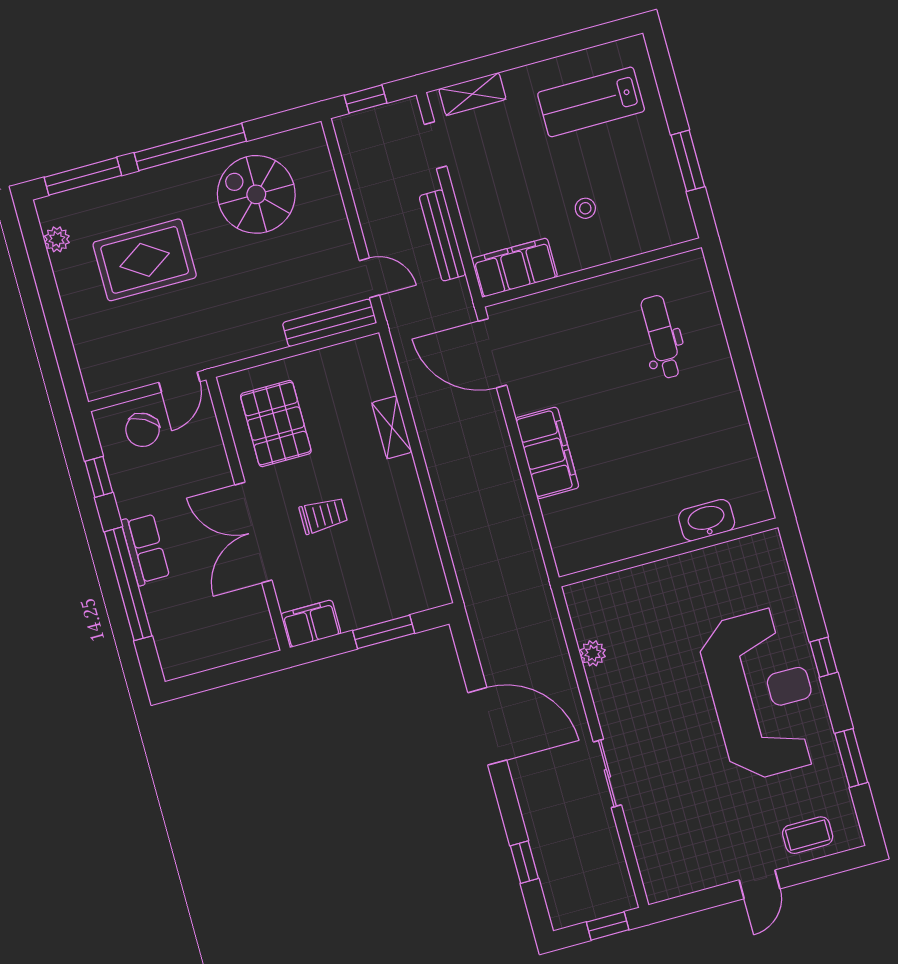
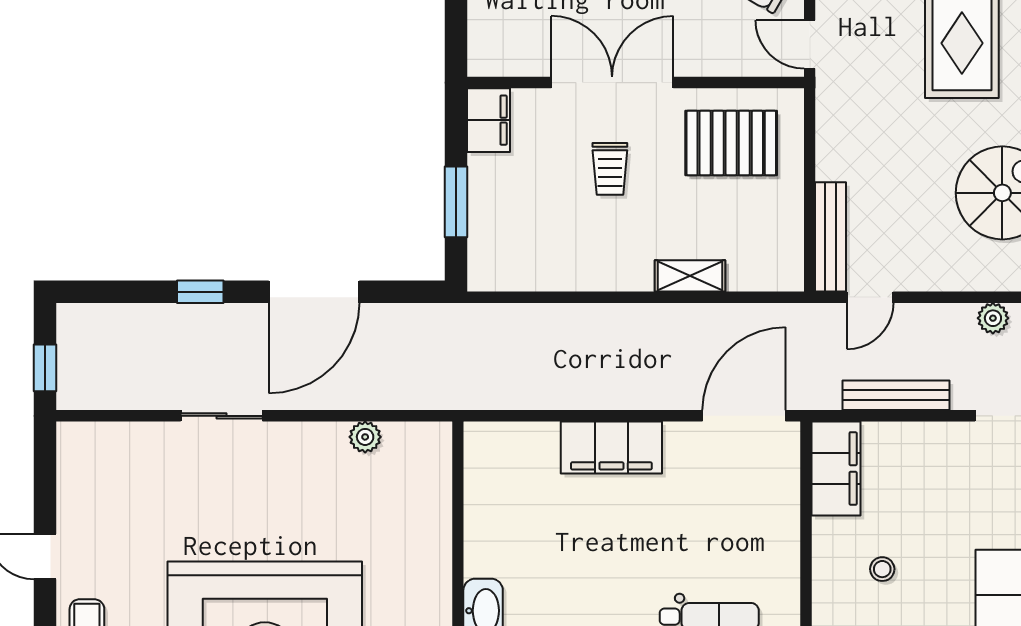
plant: (359, 174) -> (993, 318), added
window: (524, 862) -> (200, 292), moved

